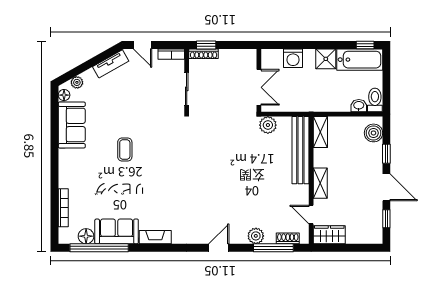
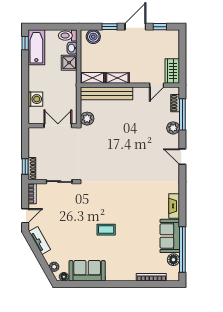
shower: (326, 59) -> (69, 63), moved
shelving: (320, 183) -> (117, 78), moved

